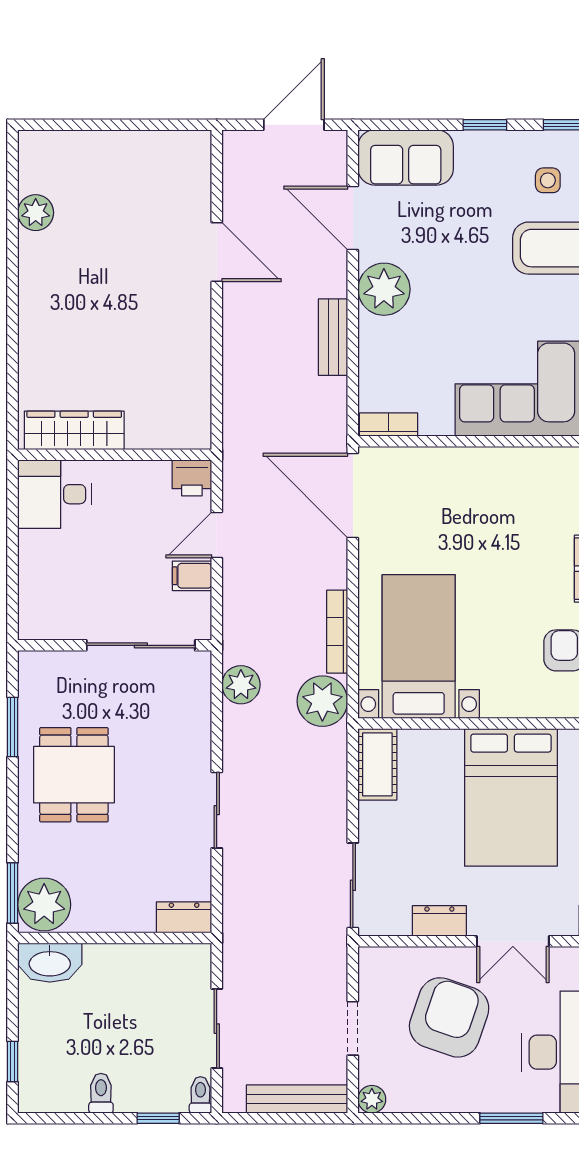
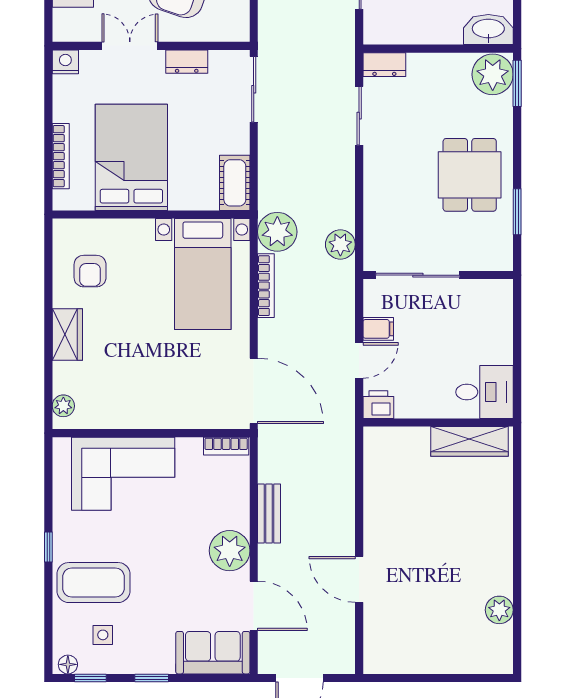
sliding door: (217, 810) -> (359, 116), moved

